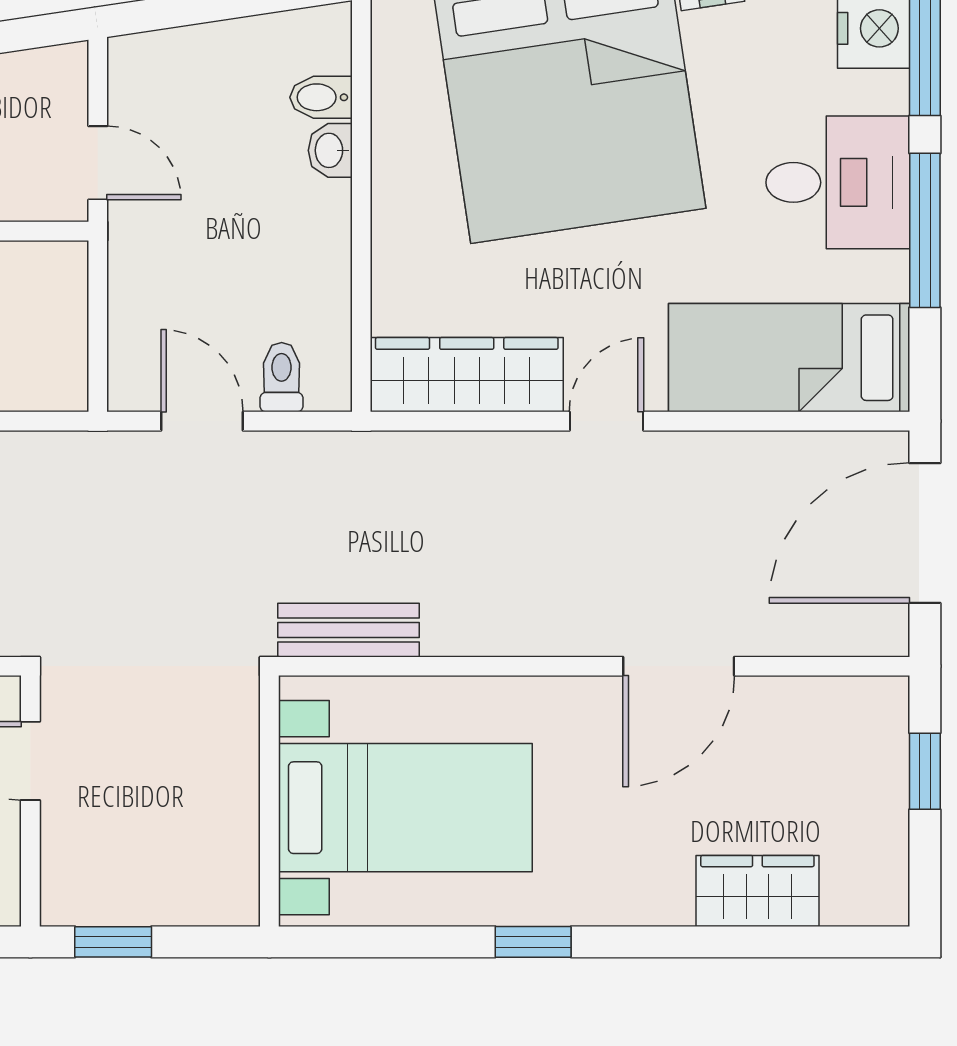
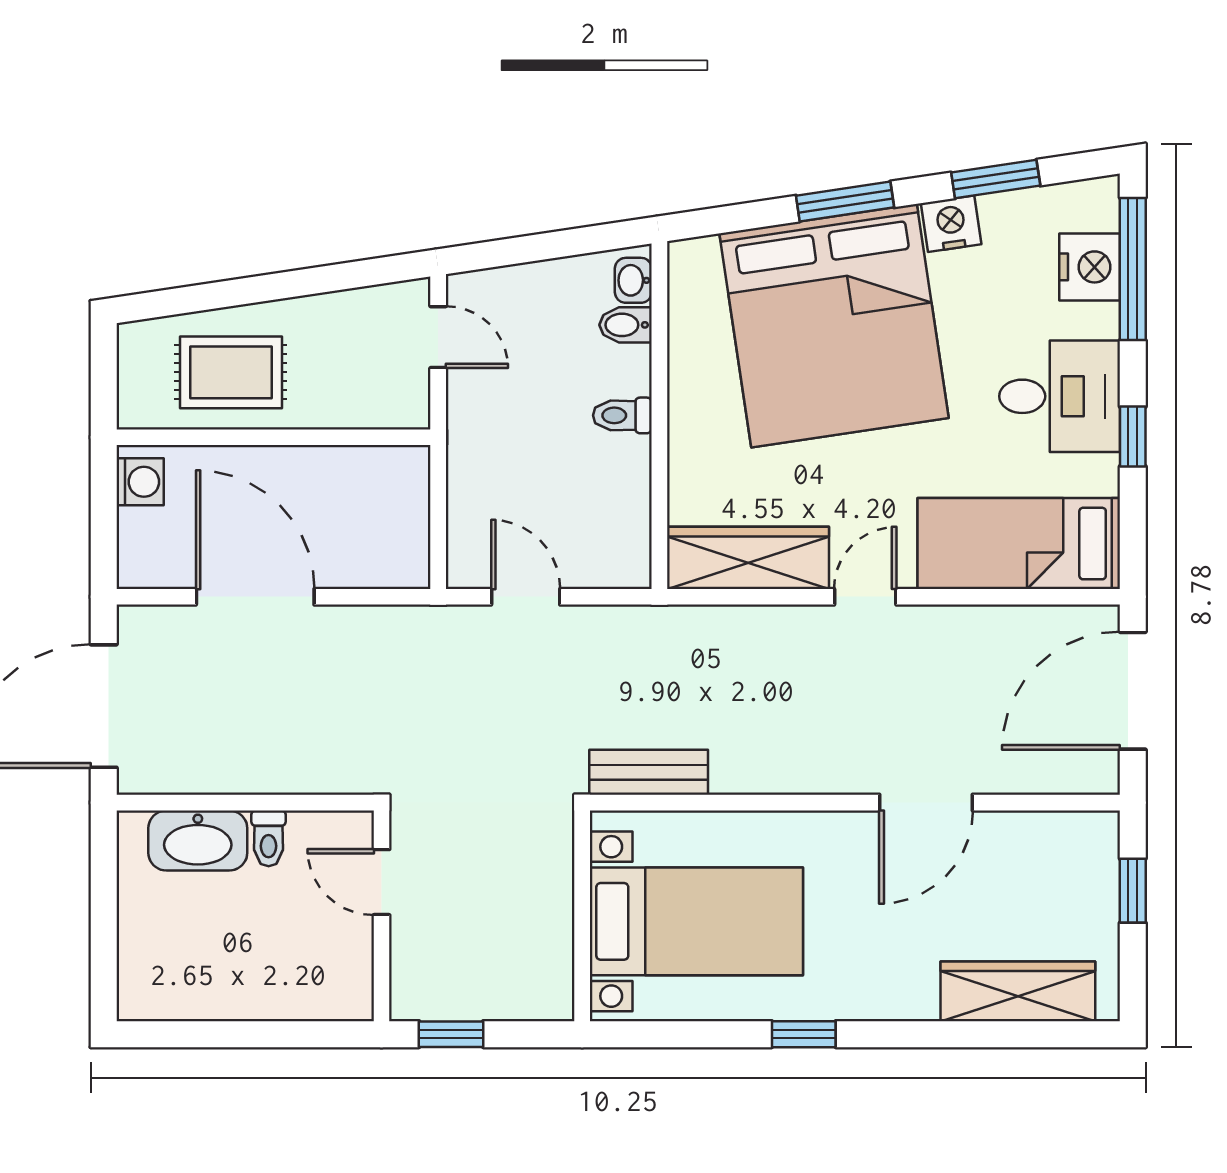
washbasin: (330, 150) -> (633, 280), moved
door: (98, 163) -> (438, 337), moved
window: (925, 230) -> (1133, 436), width x0.46
toilet: (282, 377) -> (622, 415), moved, turned -90
wardrobe: (757, 891) -> (1018, 991), width x1.50

